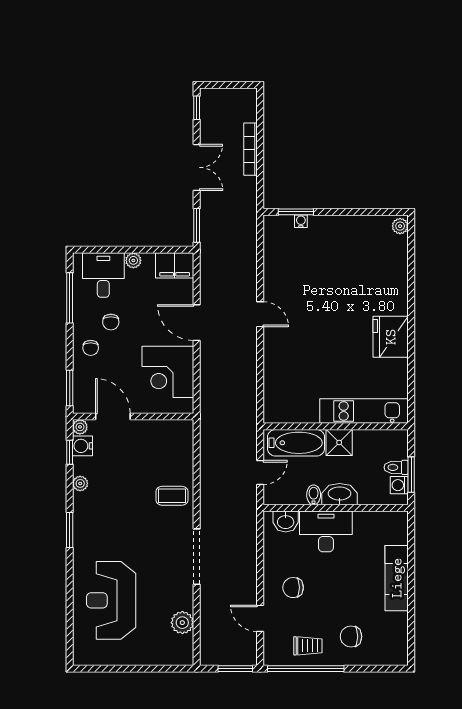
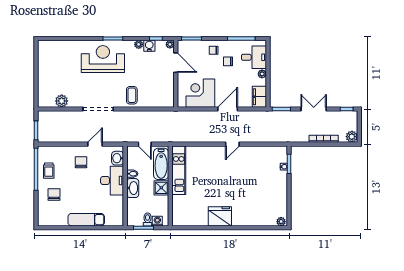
plant: (247, 98) -> (352, 137), added
double door: (197, 167) -> (314, 109), swing flipped
kitchen unit: (364, 411) -> (179, 170), moved
door: (113, 416) -> (176, 63), hinge flipped
water cooler: (82, 446) -> (149, 46), moved
washing machine: (399, 485) -> (157, 221), moved
reception desk: (111, 600) -> (103, 59), moved
door: (260, 618) -> (95, 144), moved

